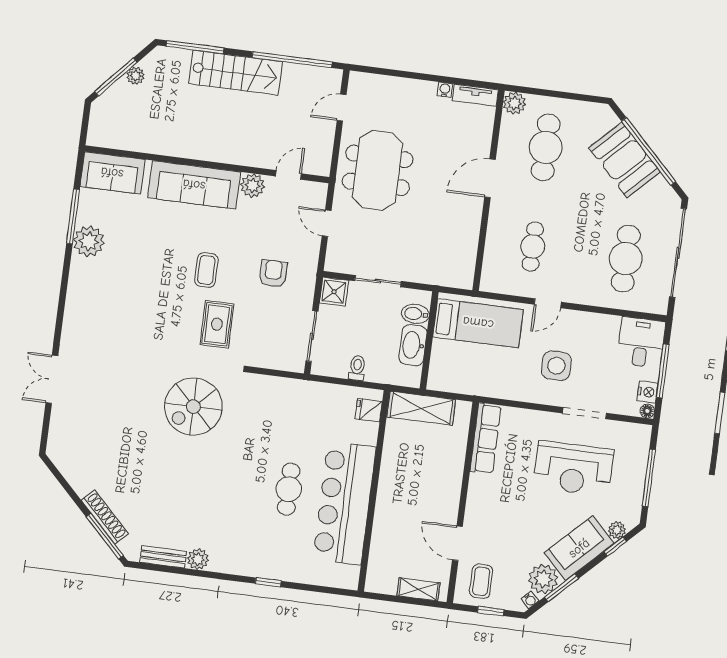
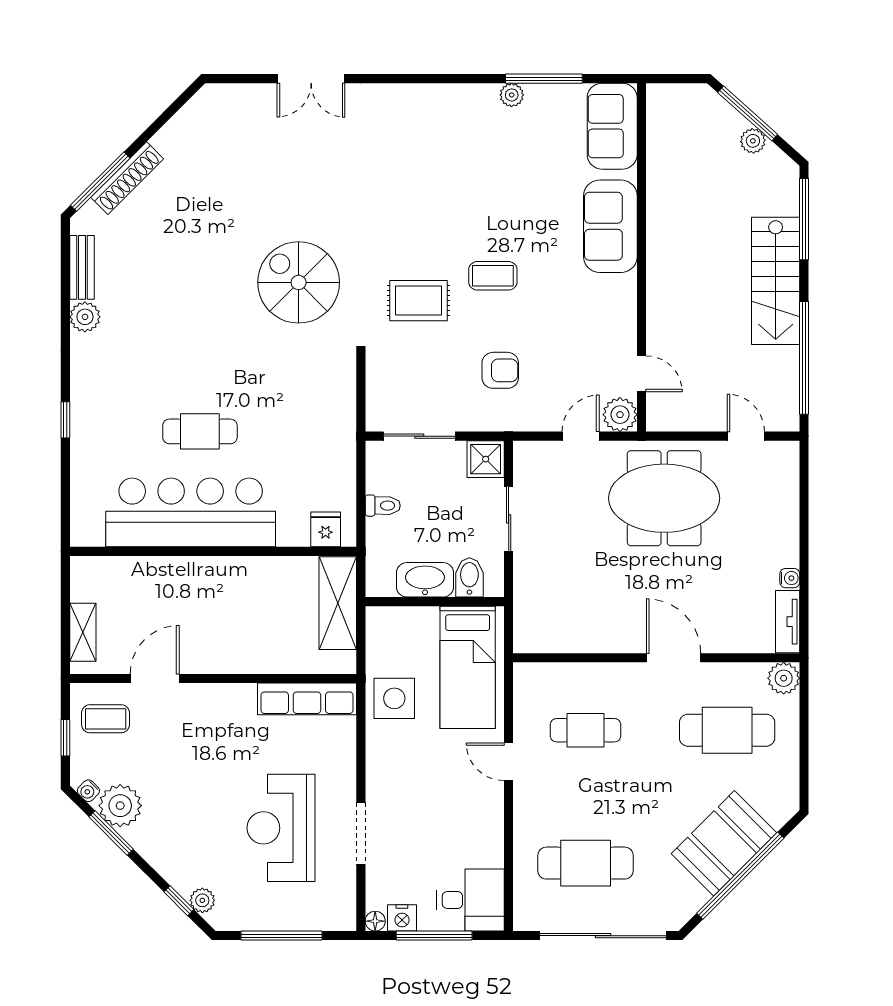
sofa: (194, 185) -> (610, 226), width x0.73
plant: (253, 186) -> (620, 415), moved
plant: (89, 241) -> (512, 95), width x0.53, depth x0.53
side table: (556, 366) -> (394, 698), moved
double door: (52, 379) -> (311, 79), swing flipped
sofa: (579, 548) -> (170, 850), removed

